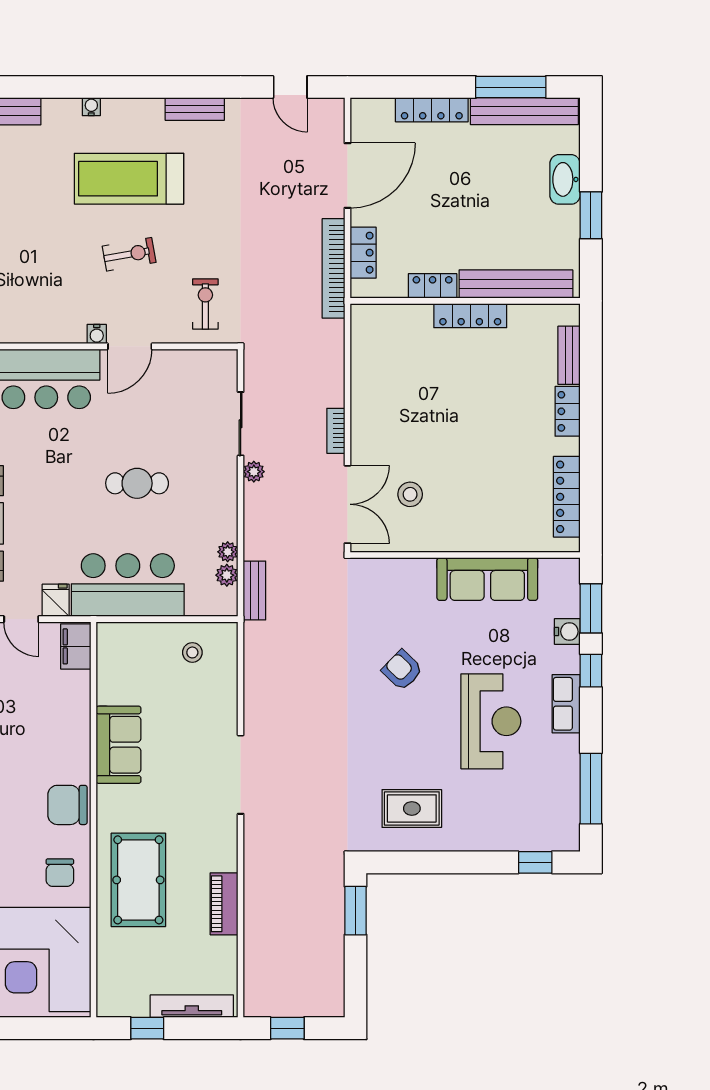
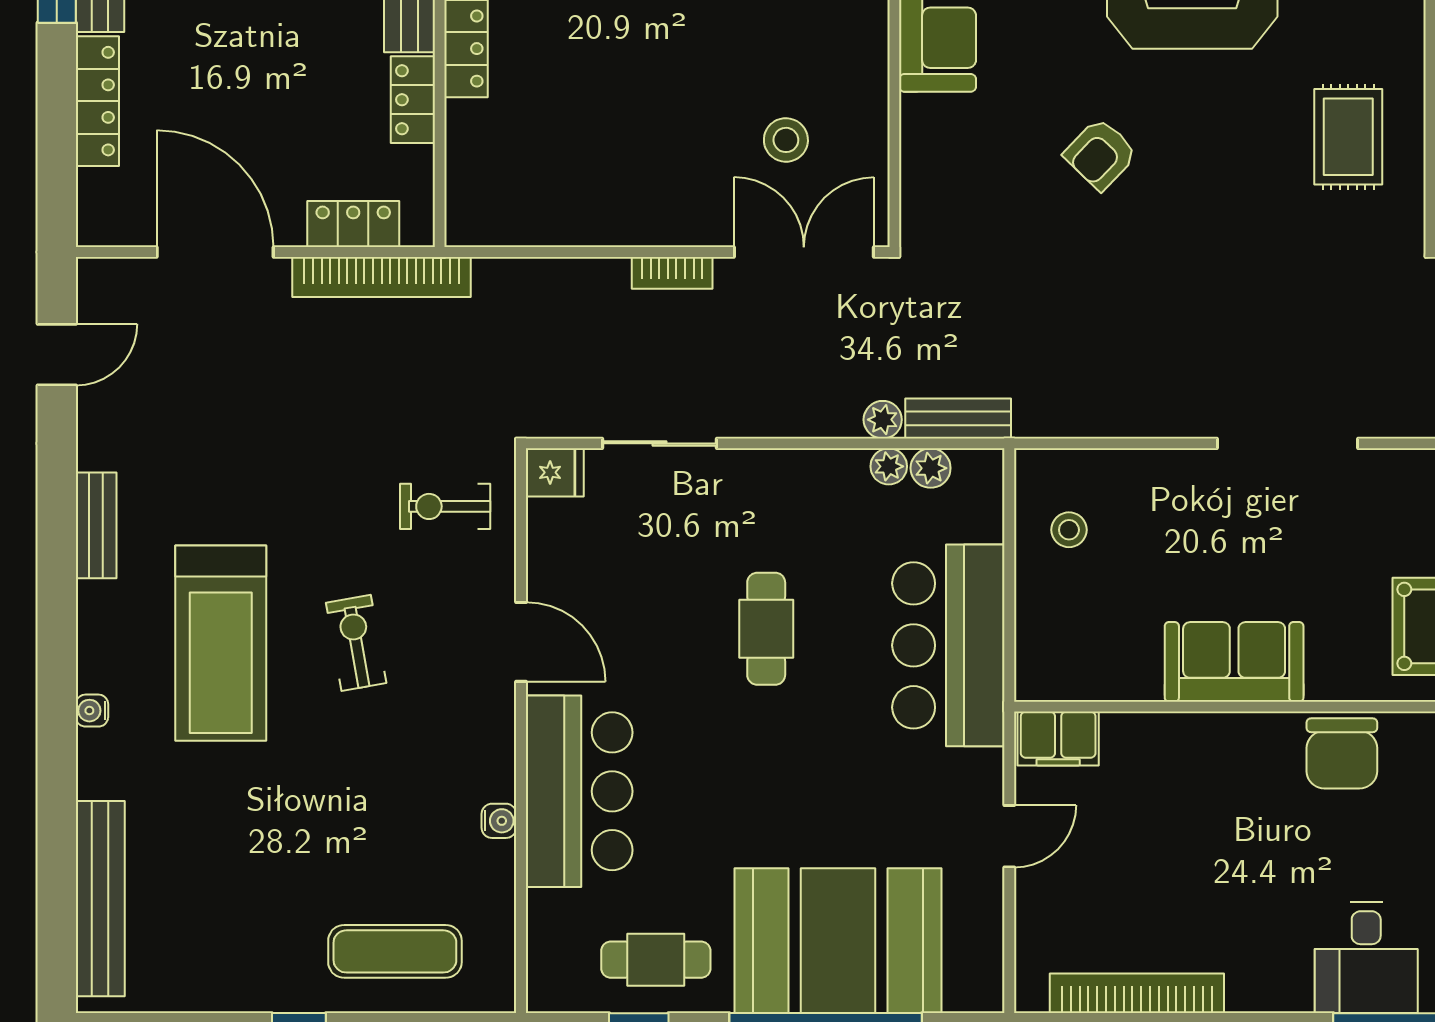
water cooler: (97, 334) -> (499, 821), moved
plant: (254, 472) -> (883, 420), moved
fridge: (56, 600) -> (555, 472), moved, turned 180

